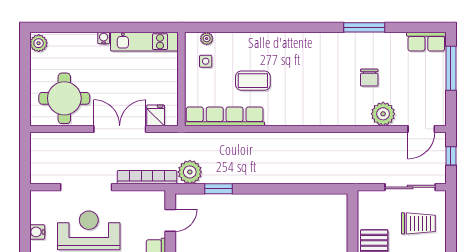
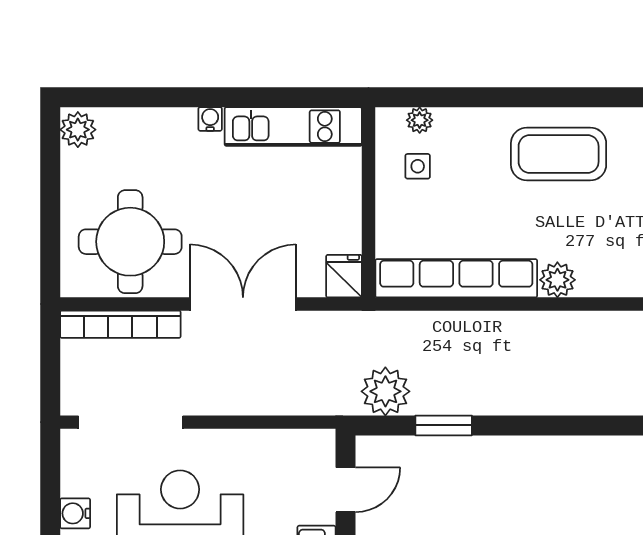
coffee table: (253, 81) -> (559, 154), moved, width x1.36, depth x1.32
fridge: (156, 115) -> (344, 276), moved
plant: (274, 117) -> (557, 280), added
bookcase: (147, 177) -> (120, 324), moved, turned 180
doorway: (86, 187) -> (131, 422), moved

